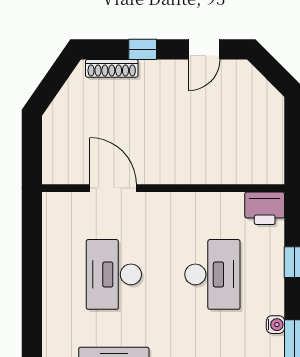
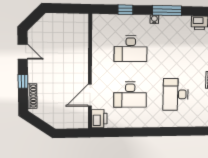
printer: (265, 208) -> (99, 119), moved
desk: (212, 274) -> (131, 49), turned 180

